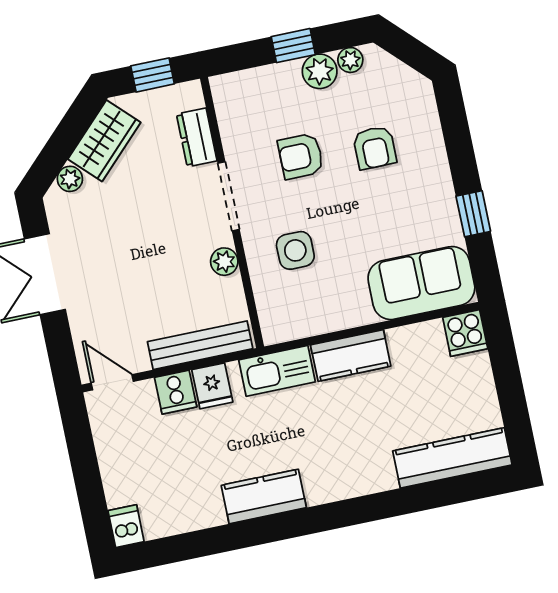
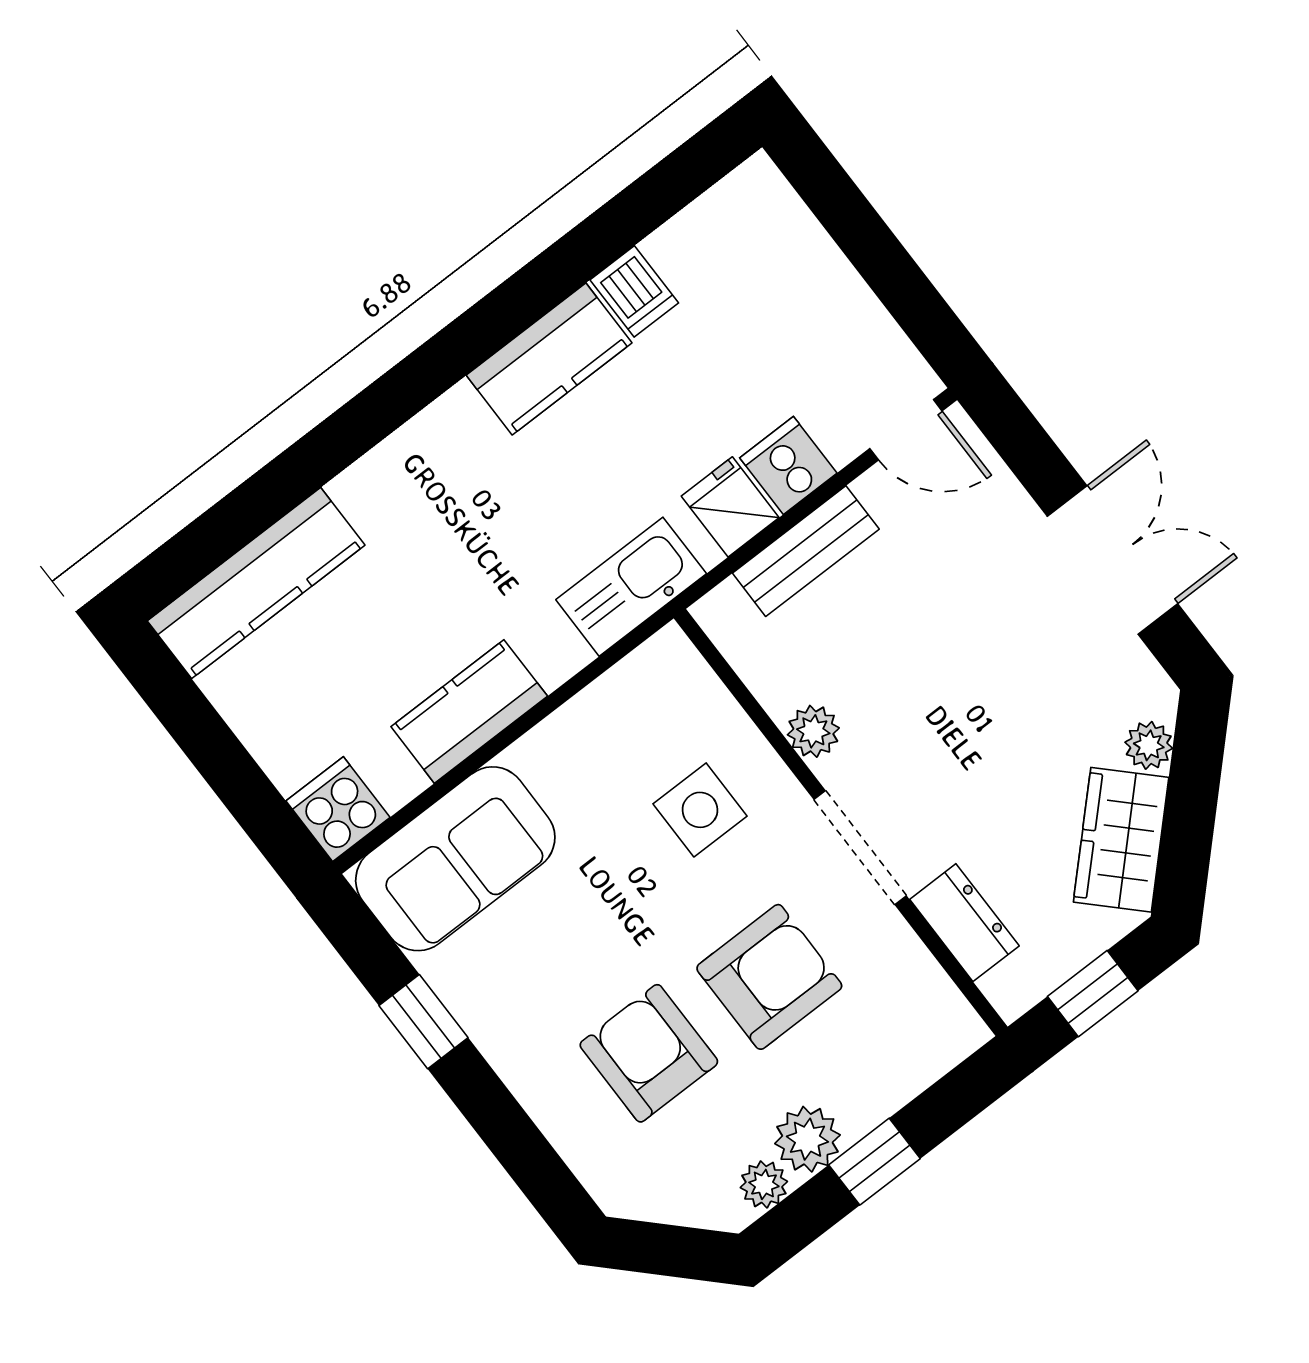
armchair: (375, 148) -> (649, 1053), width x1.38, depth x1.38
armchair: (301, 156) -> (769, 977), width x1.38, depth x1.38
bench: (200, 345) -> (806, 551), width x0.73
kitchen counter: (351, 356) -> (469, 711), moved
dishwasher: (126, 526) -> (634, 291), moved

